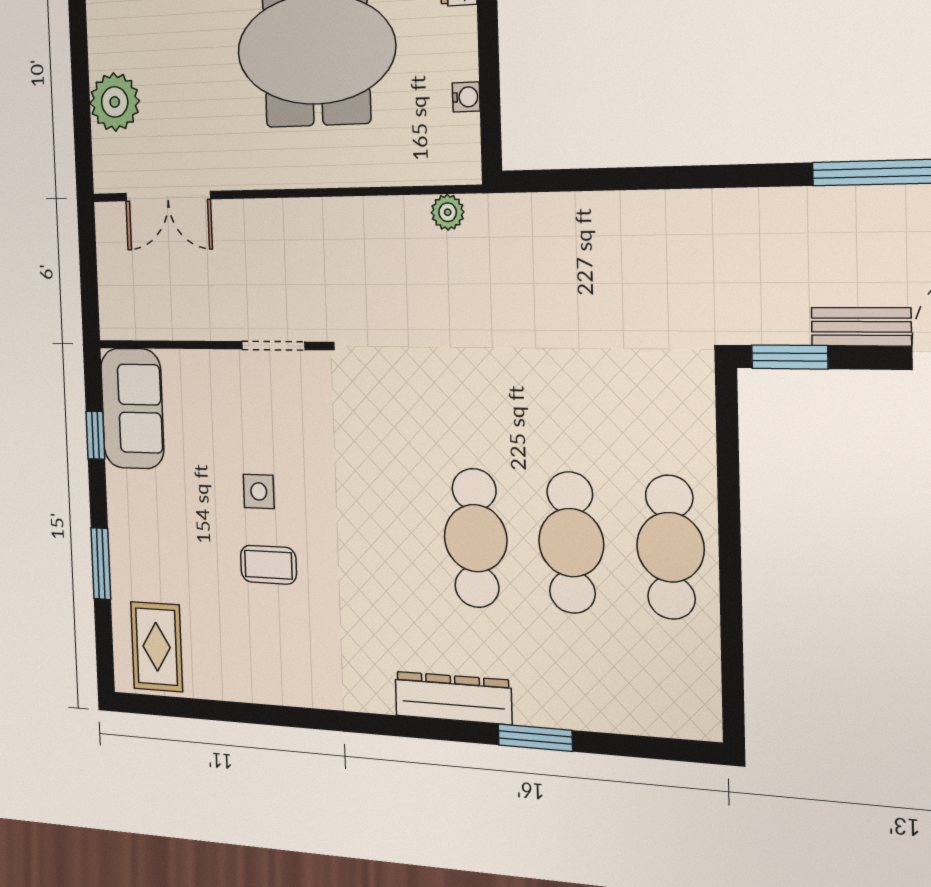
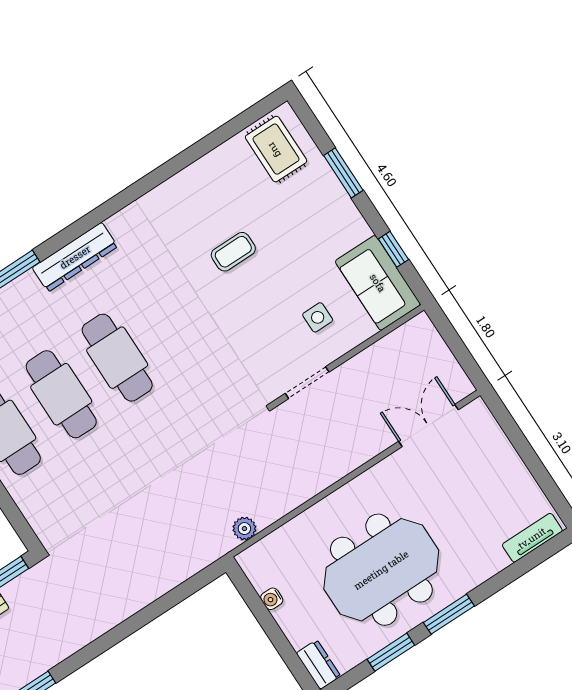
plant: (115, 102) -> (498, 459), removed
side table: (259, 491) -> (318, 317), moved

